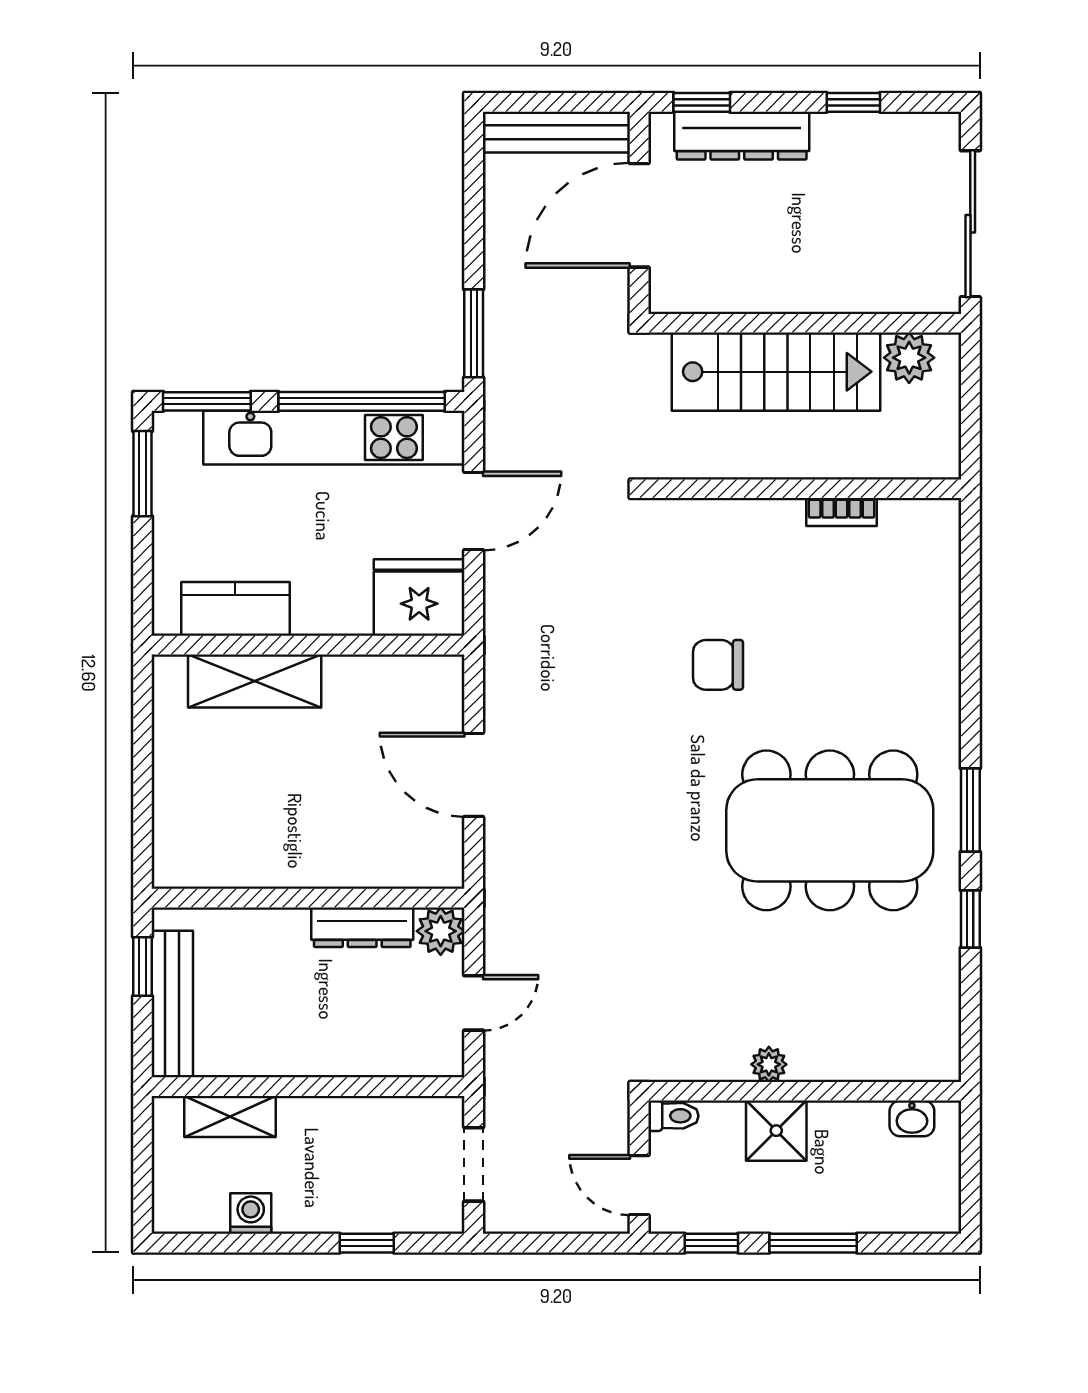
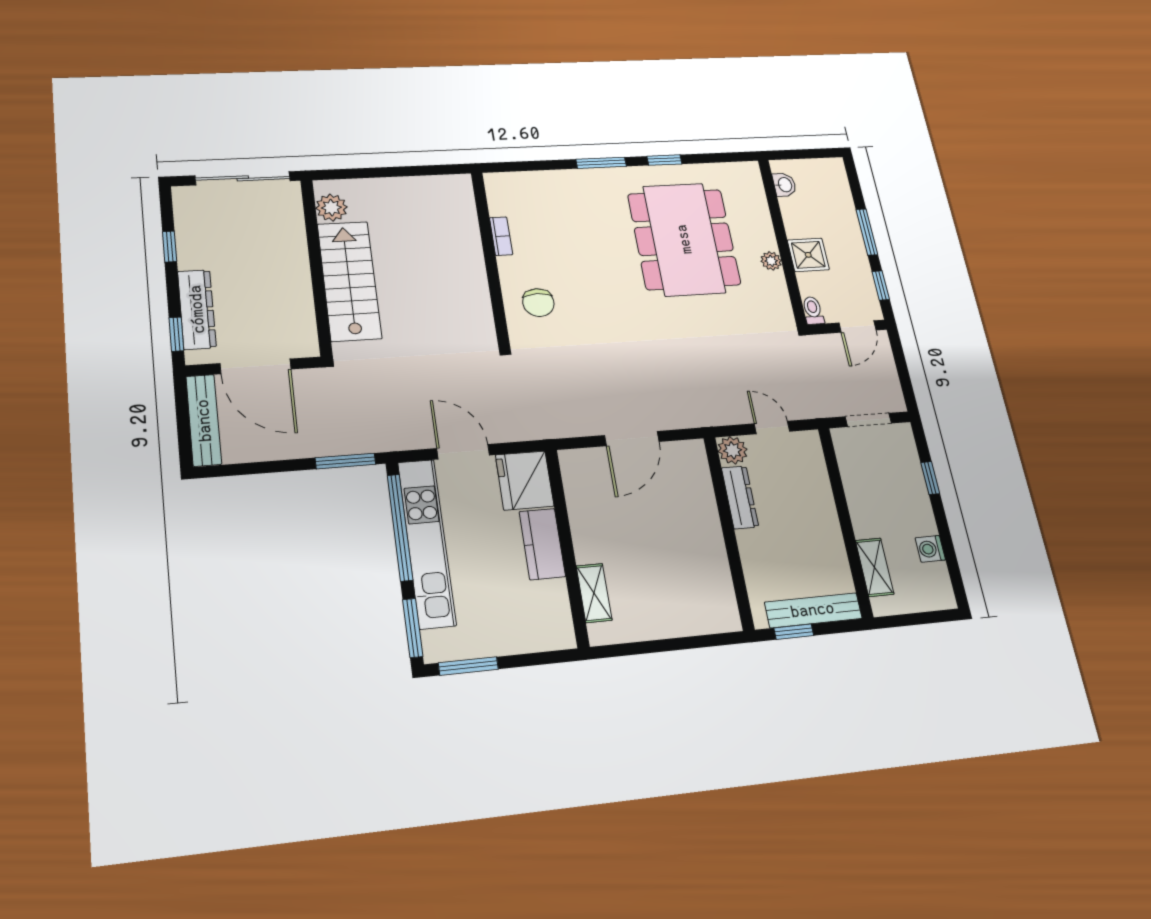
wall: (805, 489) -> (490, 257), moved
bookcase: (842, 512) -> (501, 236), moved
kitchen counter: (235, 609) -> (542, 544), moved
shelving: (255, 681) -> (594, 593), width x0.67, depth x0.75
dining table: (830, 830) -> (684, 239), moved

